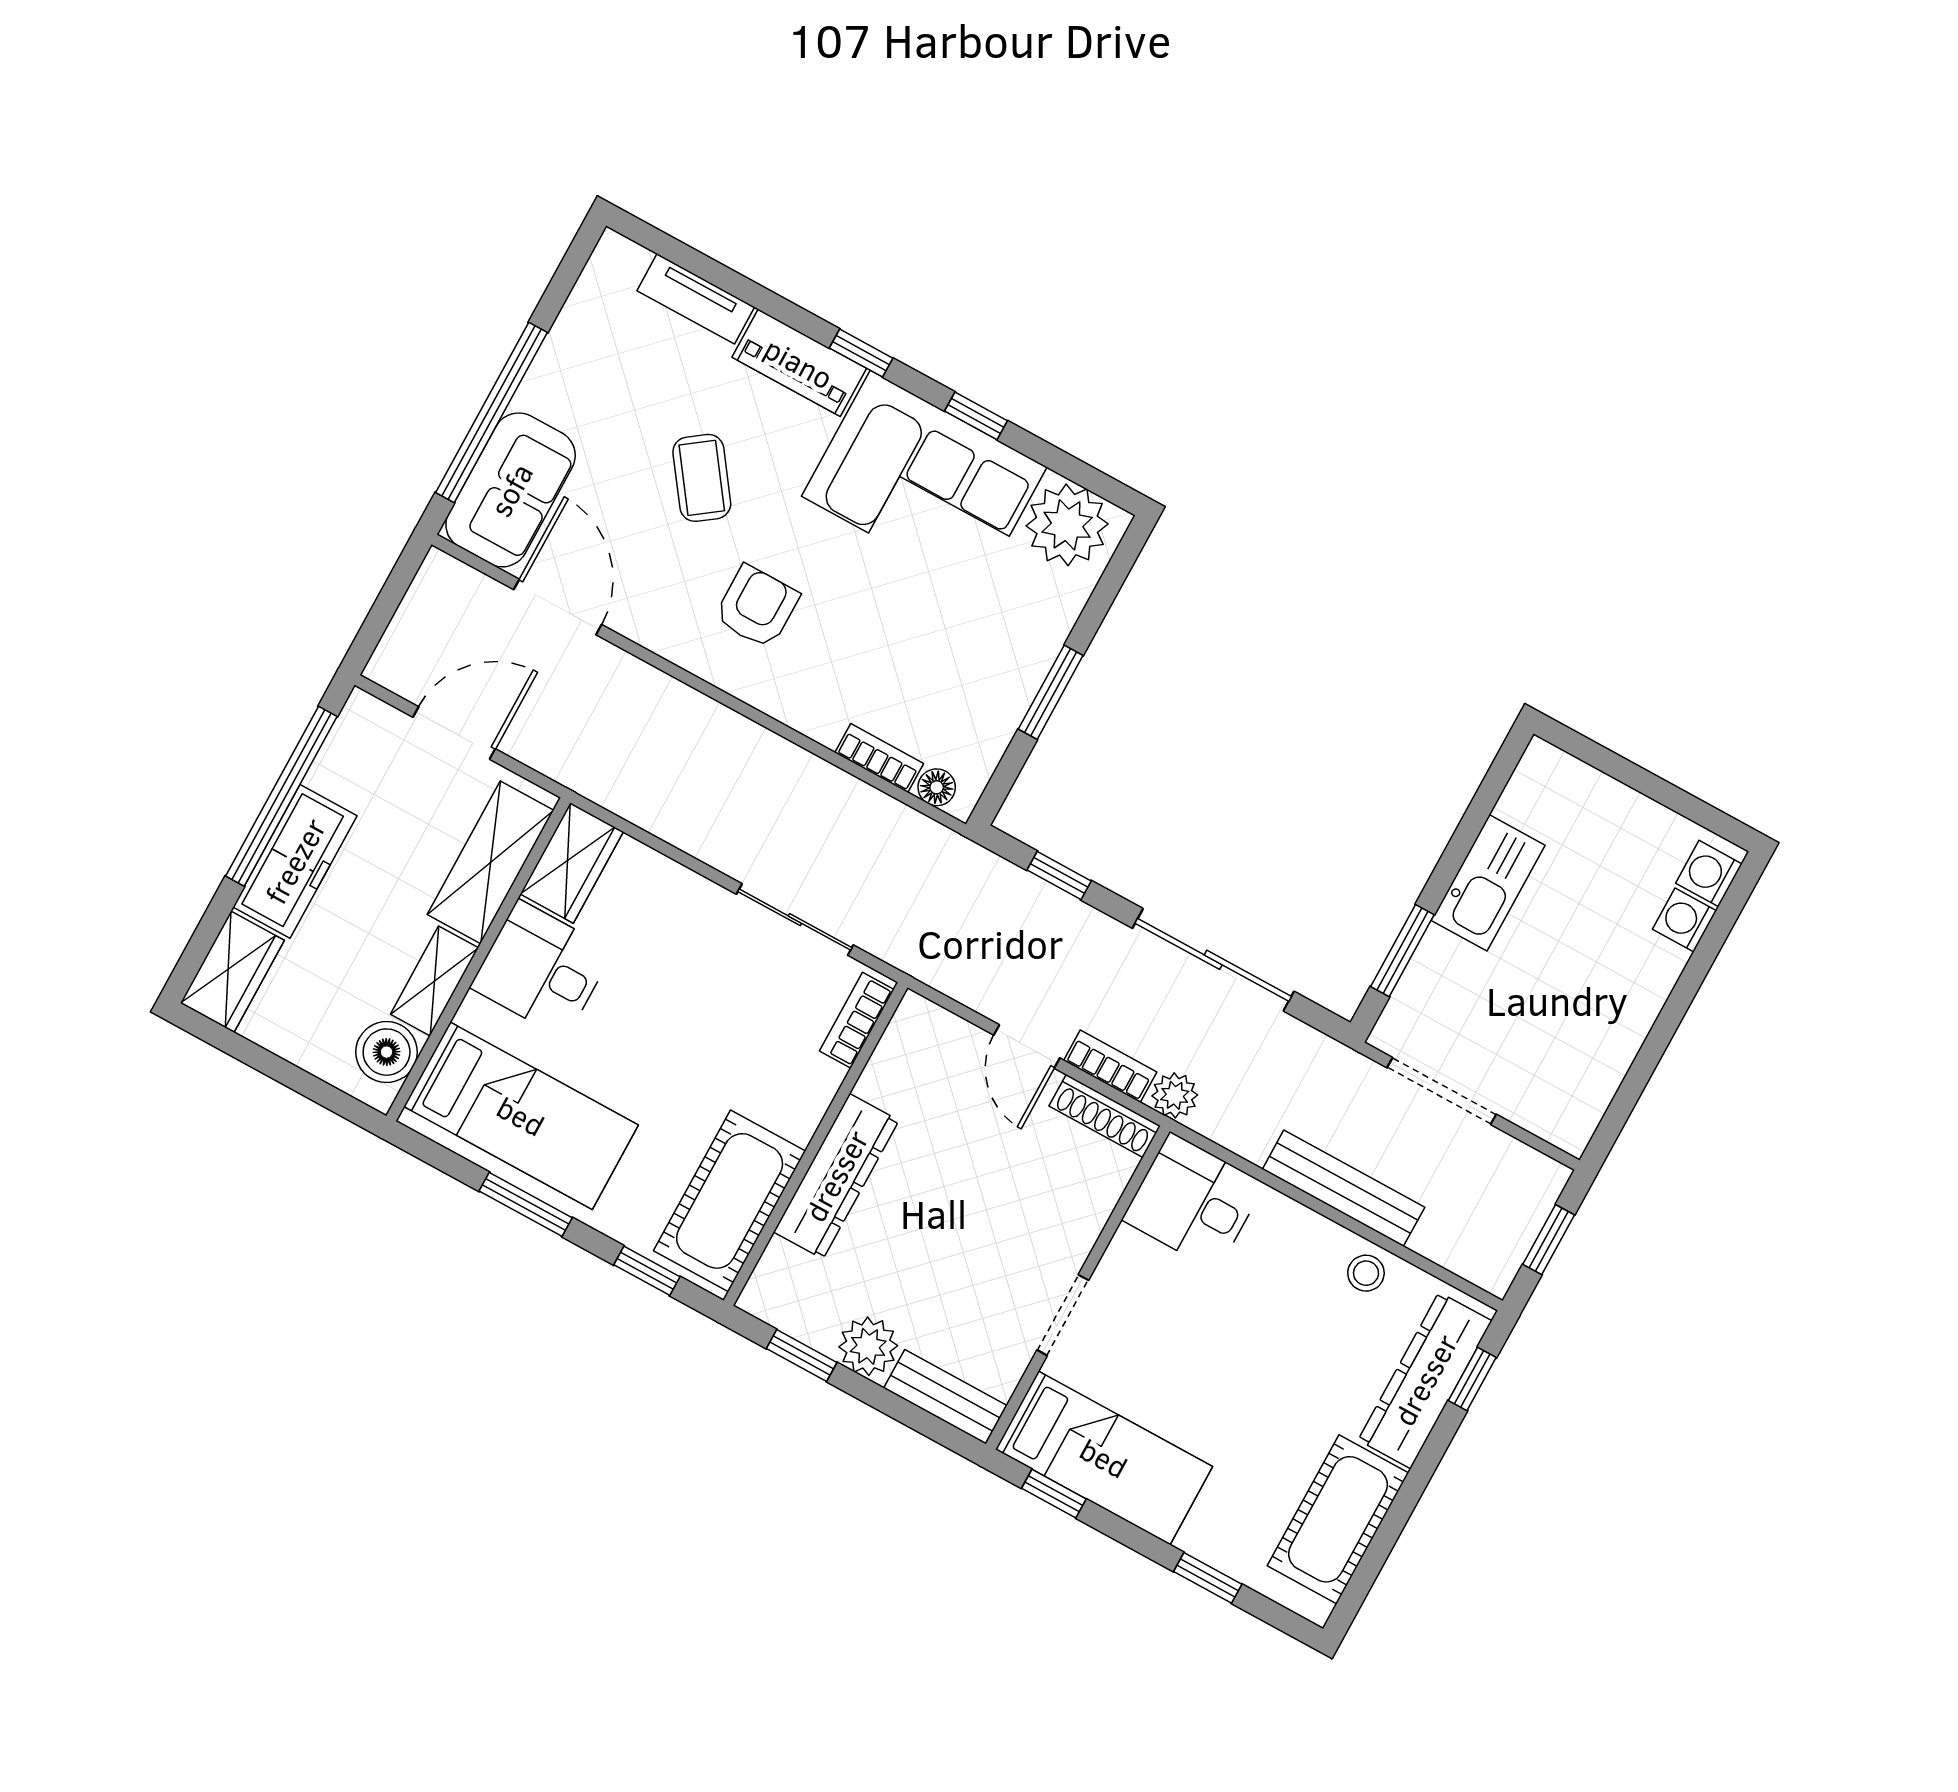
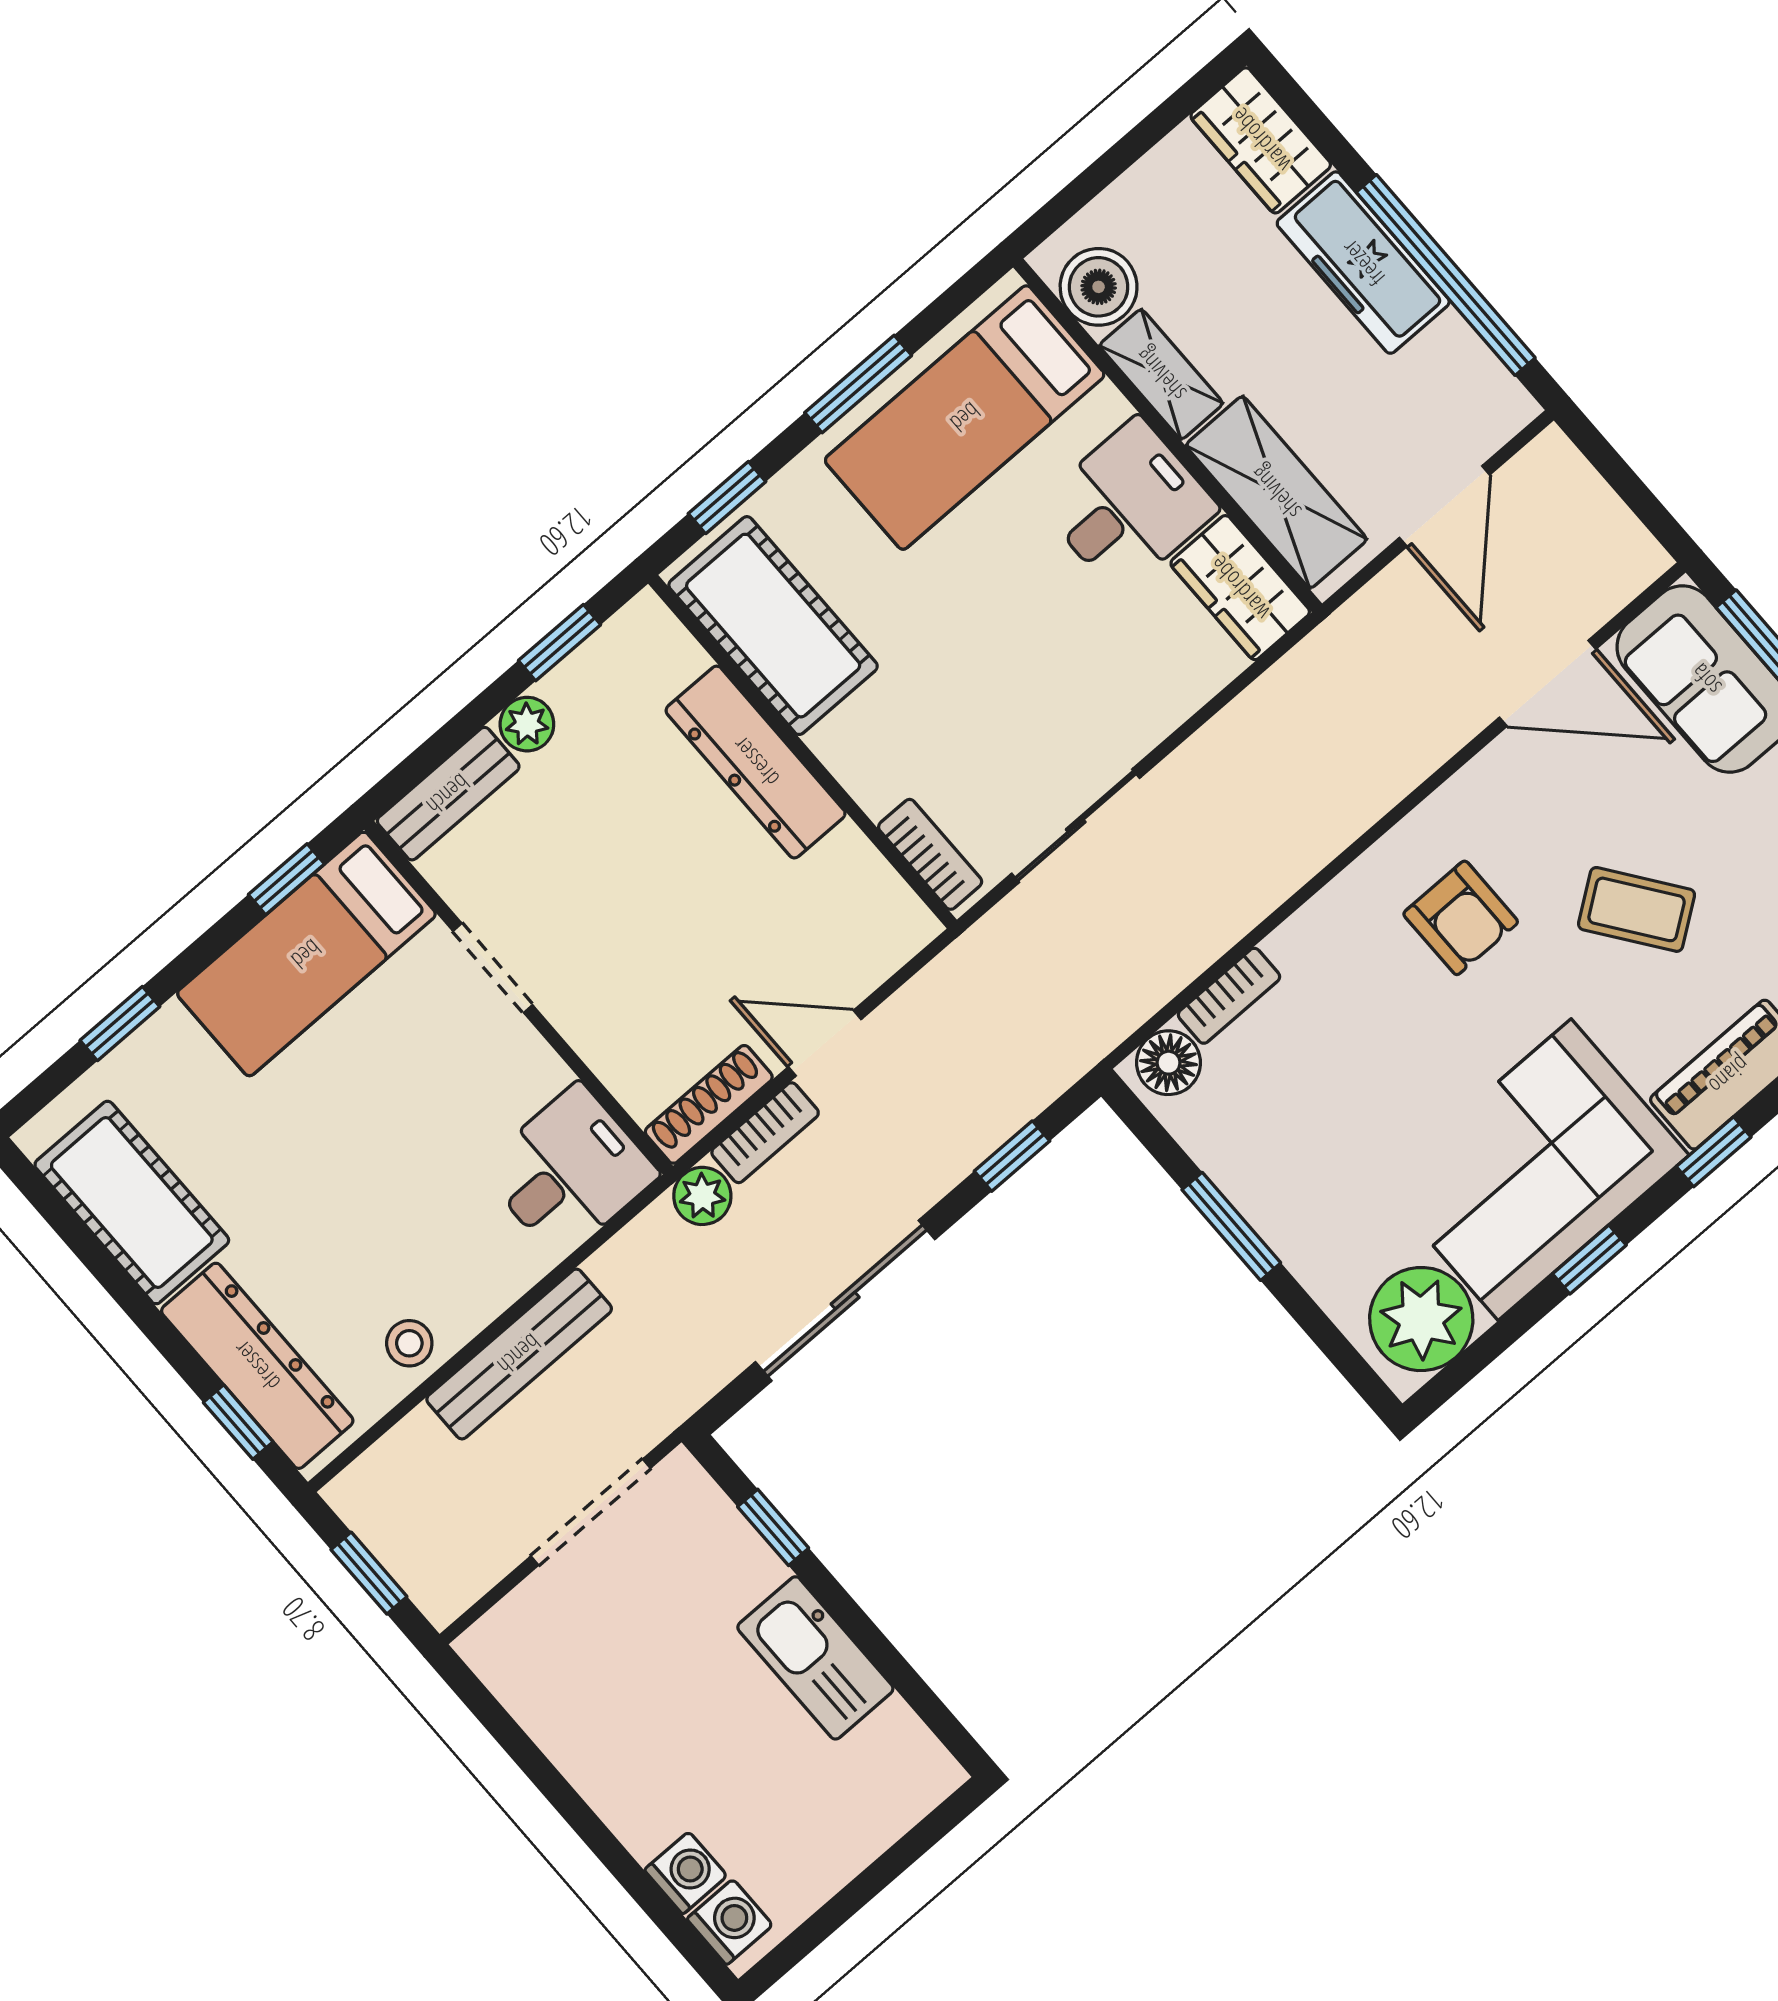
floor lamp: (937, 787) -> (1169, 1063), width x1.37, depth x1.37
window: (1402, 951) -> (773, 1527), width x0.67
plant: (868, 1346) -> (527, 724), width x0.73, depth x0.73

